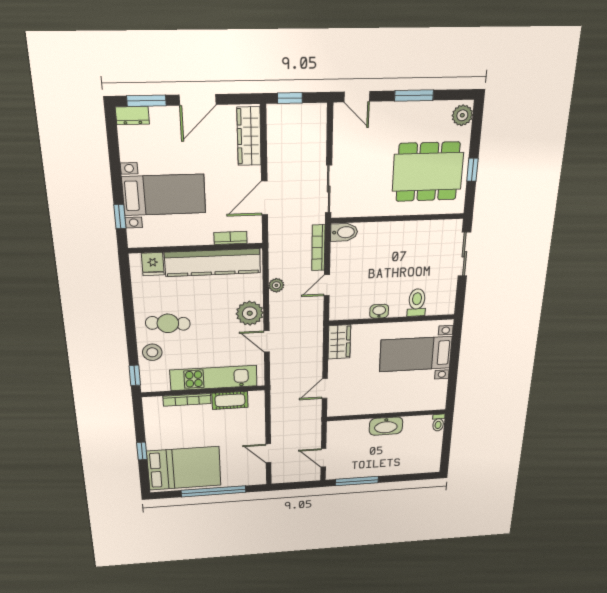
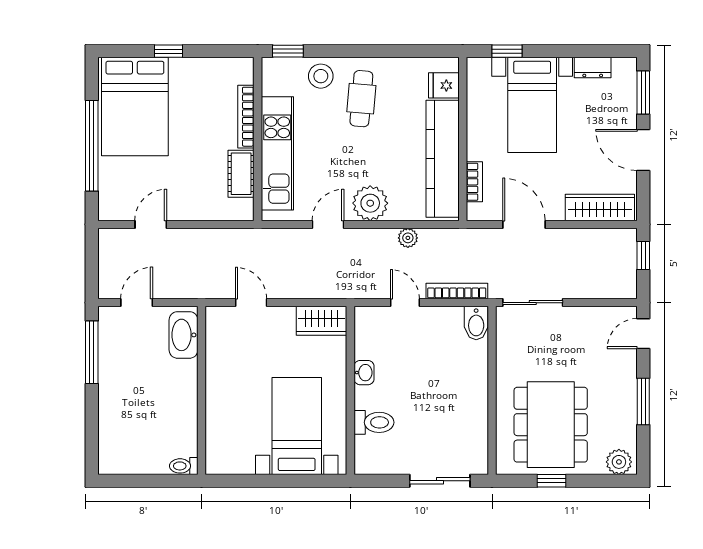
dresser: (132, 116) -> (593, 68), moved, turned -90
washbasin: (386, 426) -> (184, 335), moved

